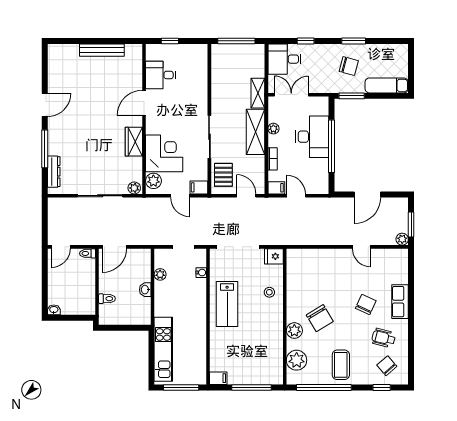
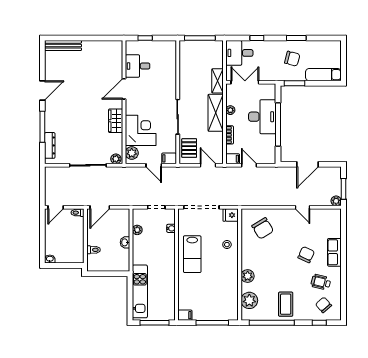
bench: (102, 50) -> (63, 46), moved
chair: (320, 318) -> (263, 228), moved

